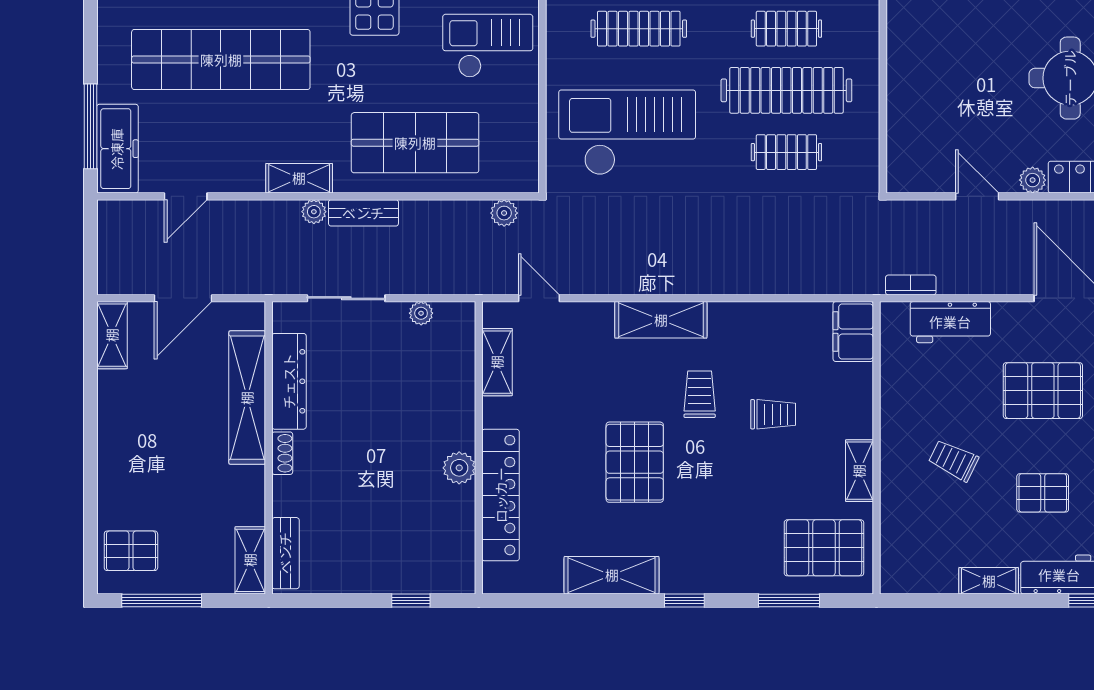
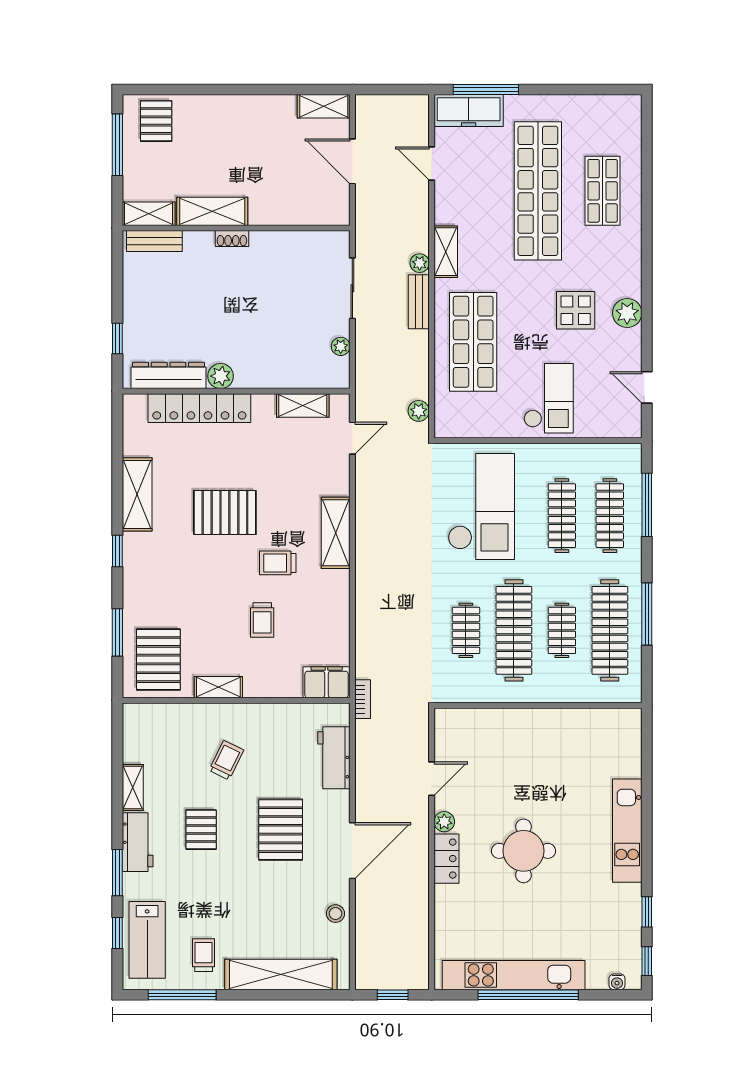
bookcase: (911, 285) -> (363, 699), moved
dresser: (289, 381) -> (169, 375), moved, turned 180
trolley: (700, 394) -> (278, 563), turned 180
shelving: (247, 398) -> (212, 211), moved, width x0.68

